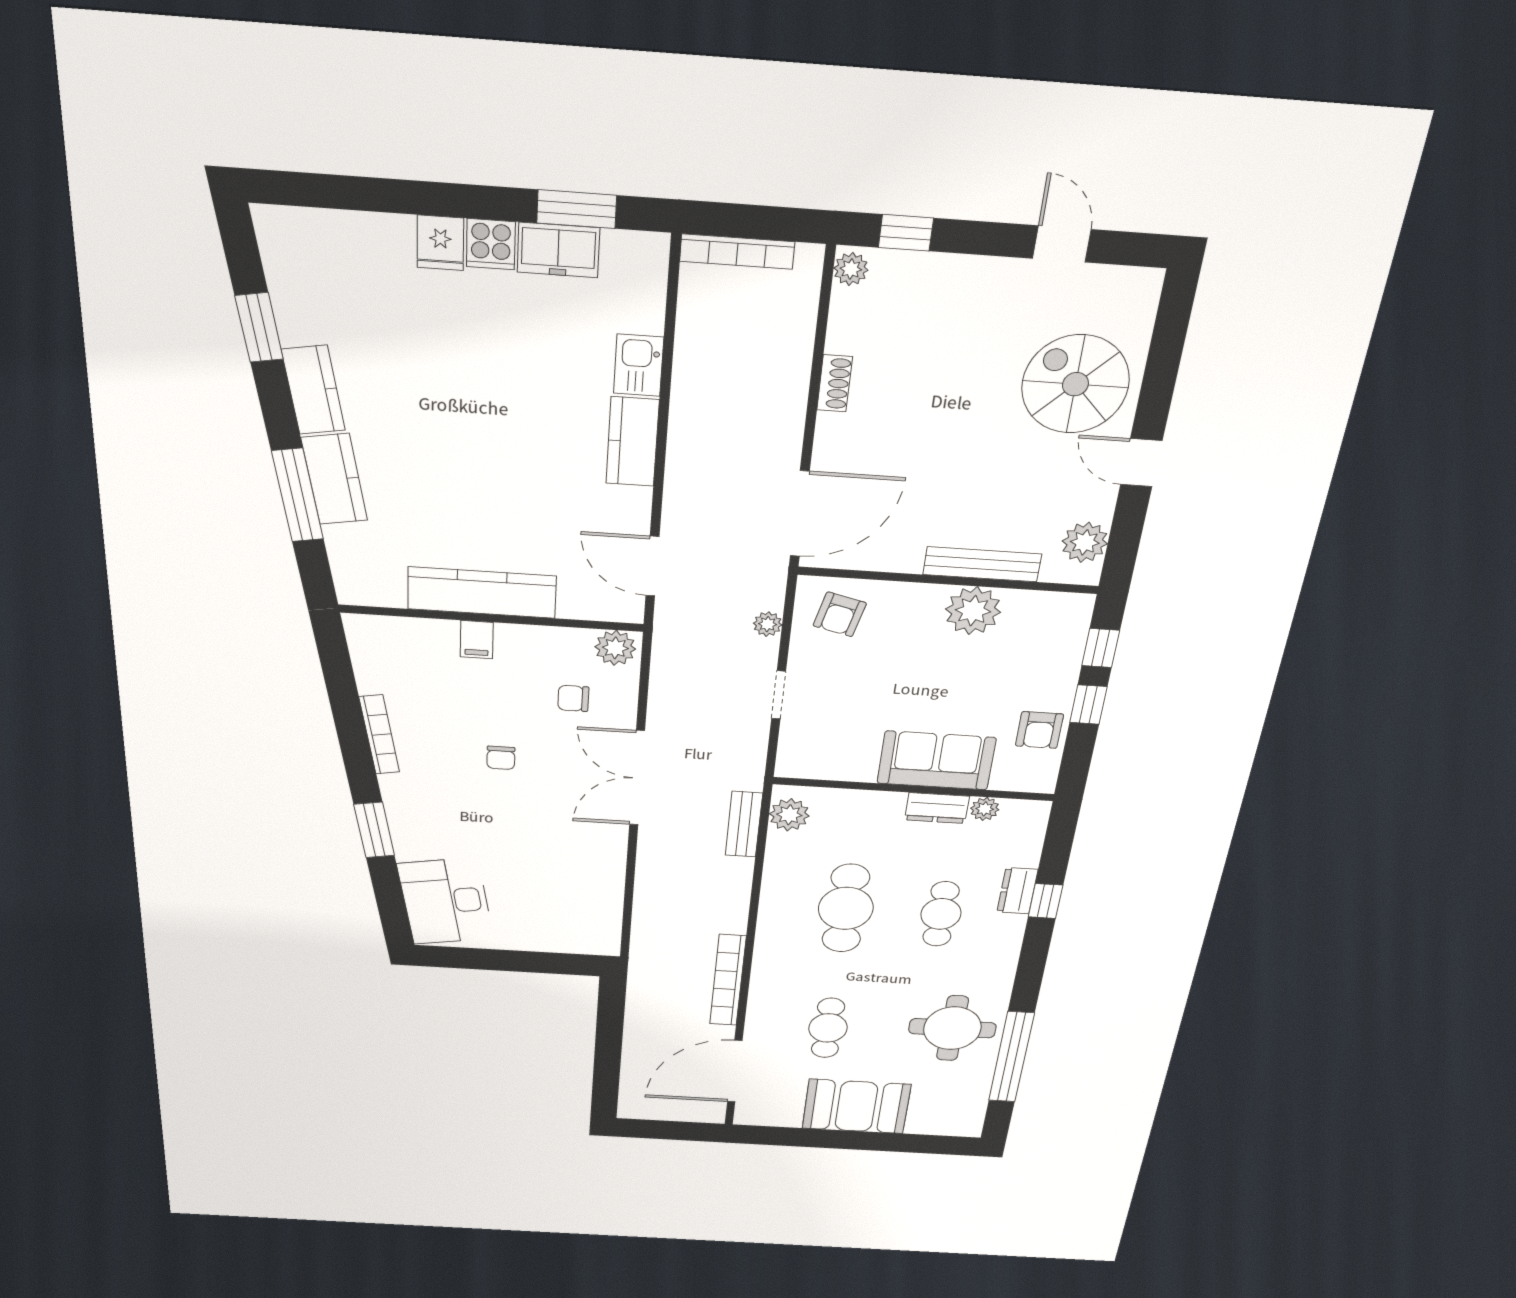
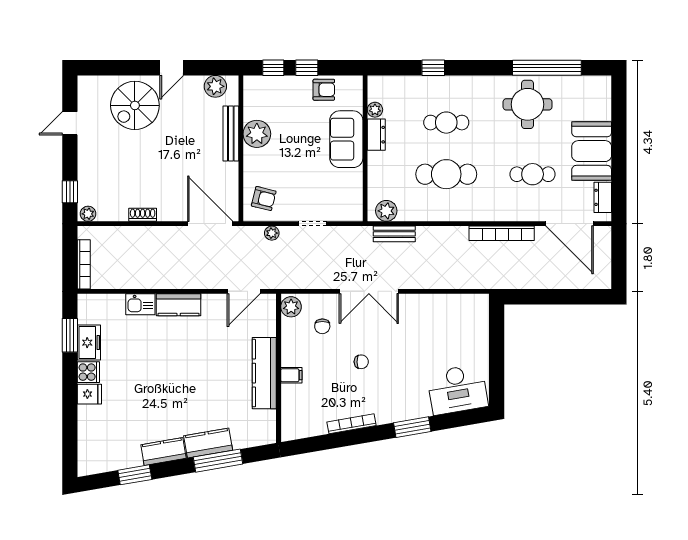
dresser: (1017, 891) -> (603, 197), moved, turned 90

